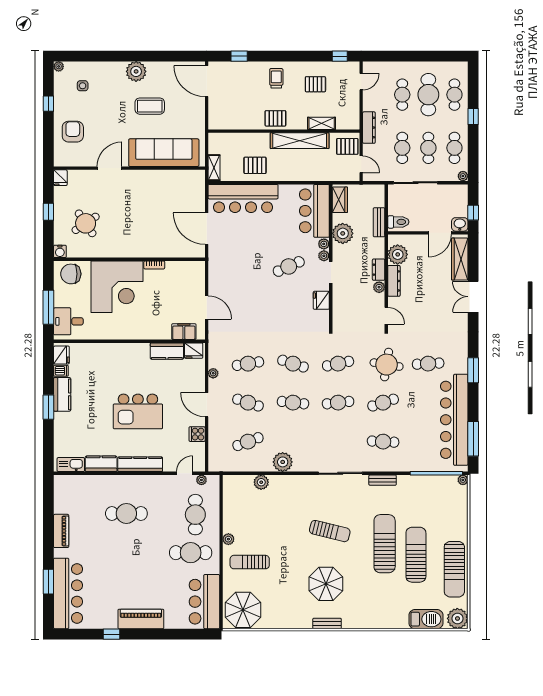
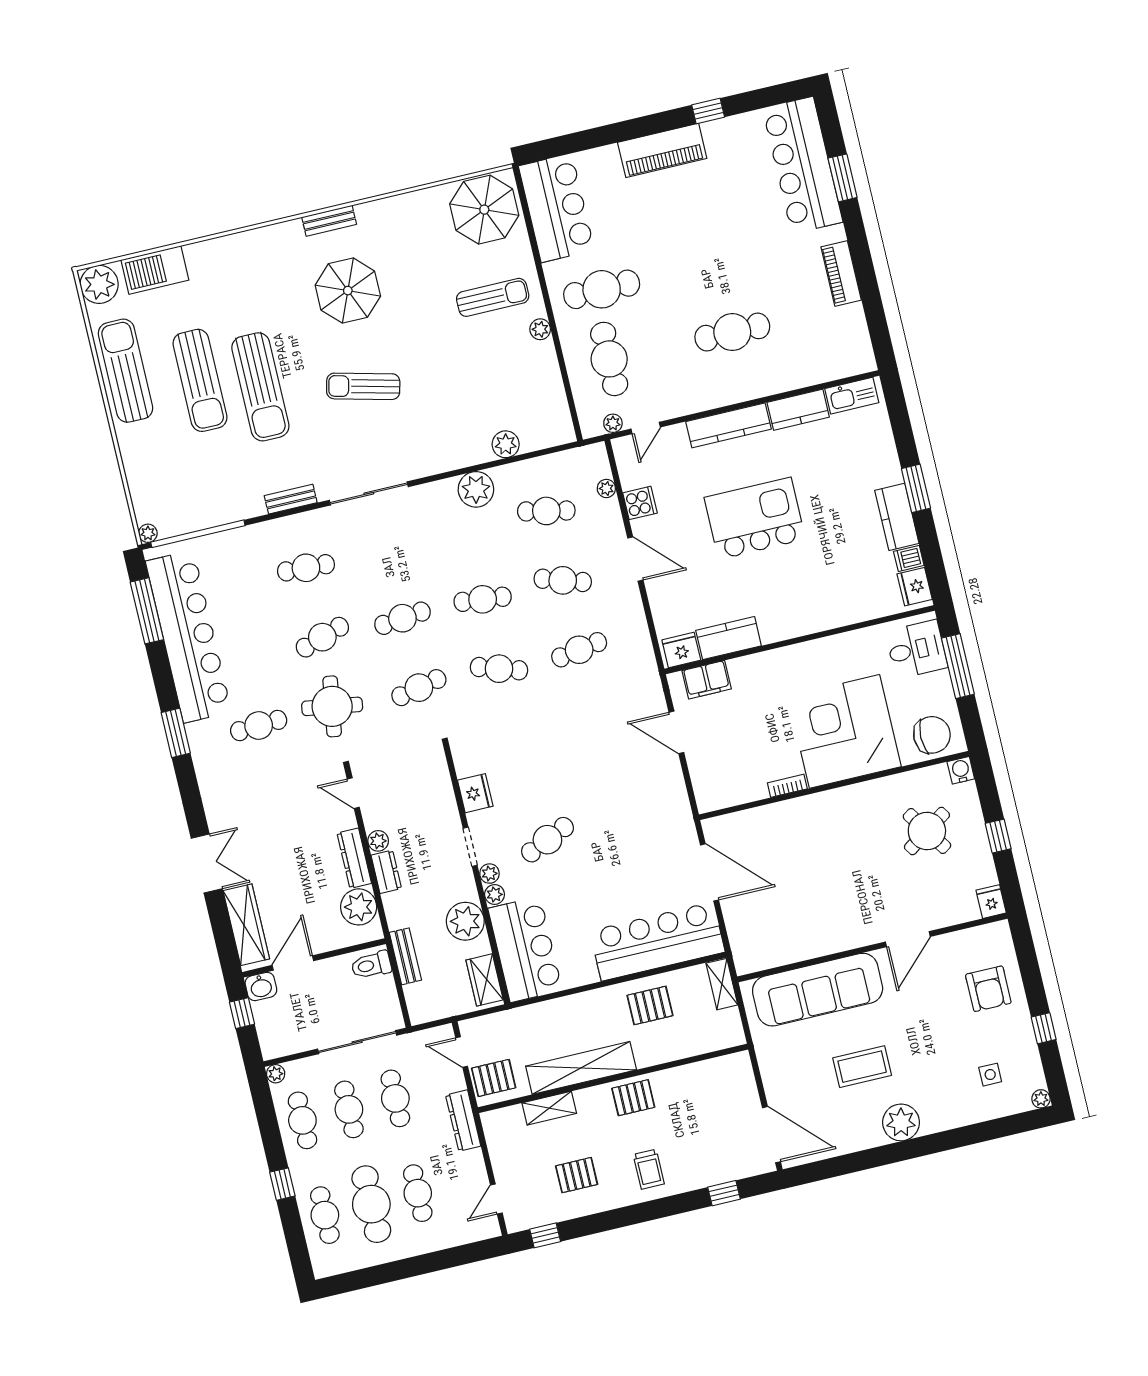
plant: (213, 373) -> (606, 488), moved
cafe table: (248, 442) -> (546, 511), turned 33

